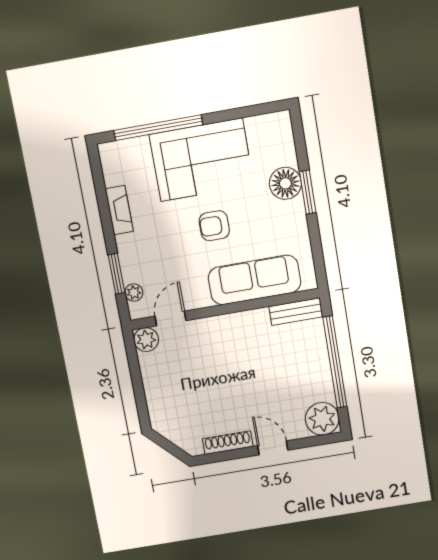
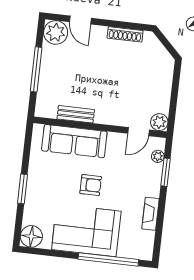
floor lamp: (285, 183) -> (31, 236), moved
bench: (296, 312) -> (76, 114), moved
window: (335, 362) -> (36, 69), width x0.68
door: (273, 448) -> (80, 20), moved

